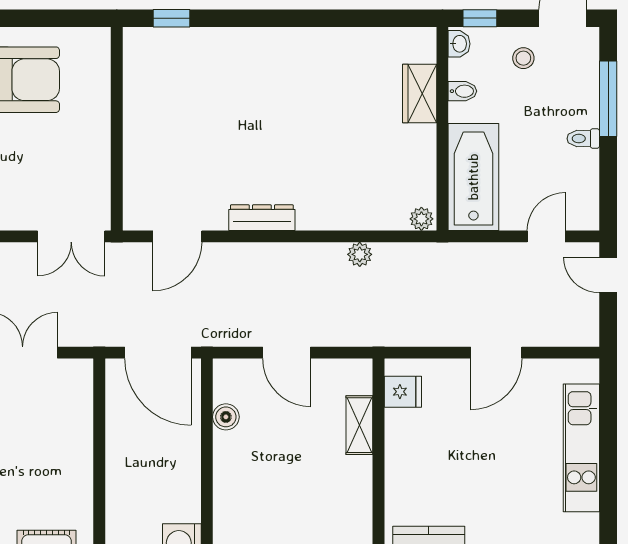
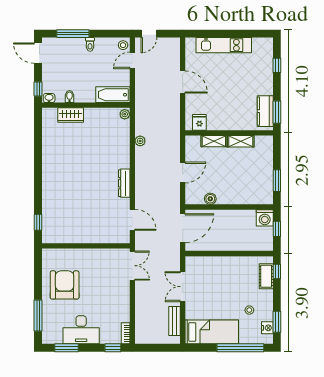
stool: (523, 58) -> (123, 45), moved
bathtub: (473, 177) -> (113, 95), width x0.73, depth x0.73
door: (546, 236) -> (132, 60), hinge flipped
shelving: (359, 487) -> (241, 141), added

